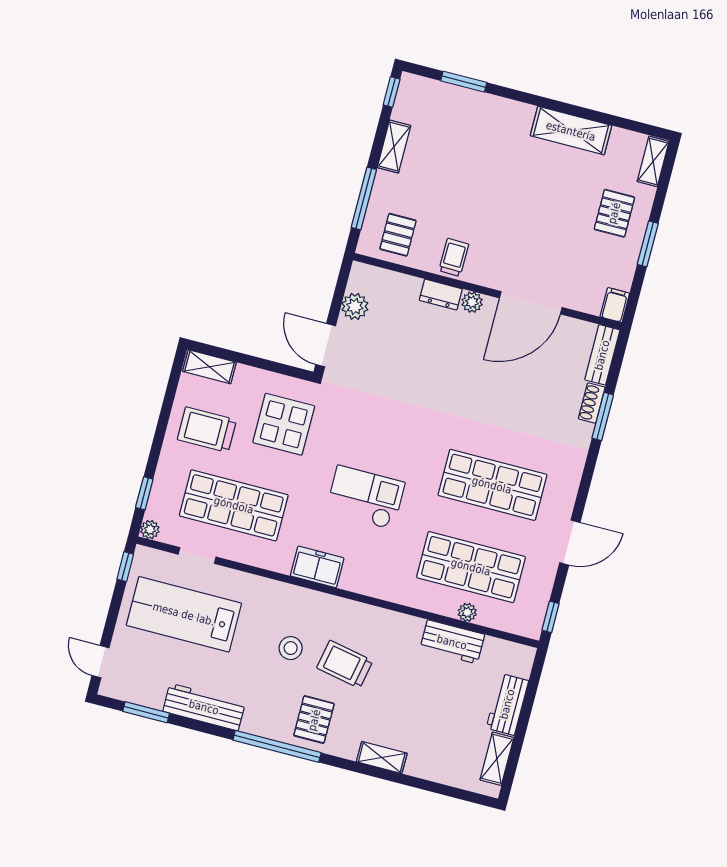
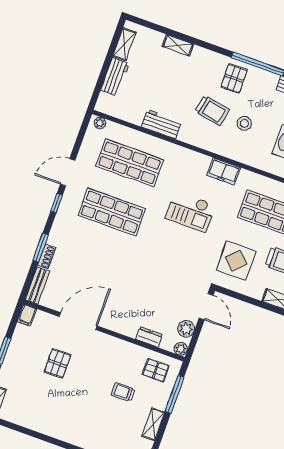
shelving: (571, 131) -> (44, 424), removed
pallet: (614, 213) -> (58, 363), moved
pallet: (398, 235) -> (156, 370), turned 90
trolley: (454, 257) -> (123, 392), moved, turned 89
dresser: (441, 295) -> (149, 337), moved
plant: (472, 302) -> (181, 349), moved
plant: (467, 612) -> (100, 123), moved
window: (551, 617) -> (57, 203), moved
workbench: (452, 642) -> (162, 124), moved
shelving: (382, 758) -> (178, 45), moved

